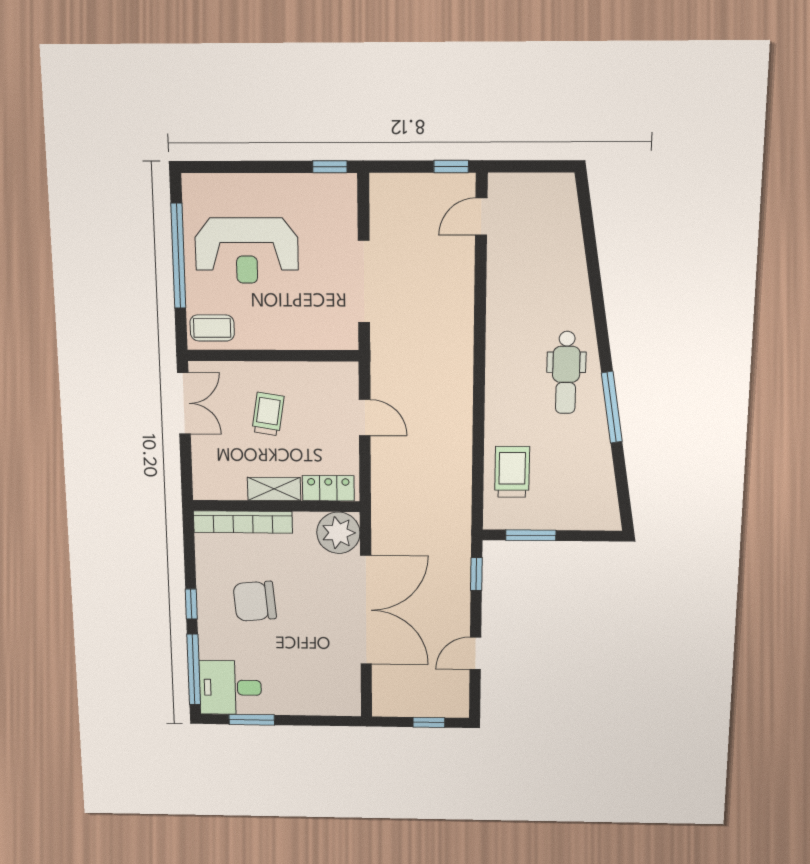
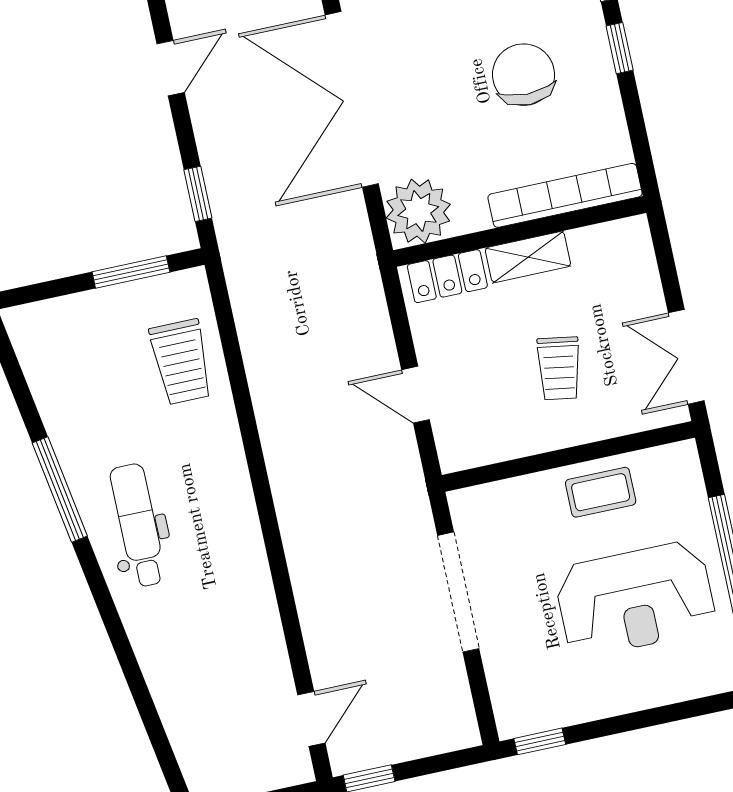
reception desk: (247, 251) -> (635, 599), turned 180
coffee table: (212, 328) -> (601, 492), moved
chair: (255, 601) -> (524, 75), turned -85

